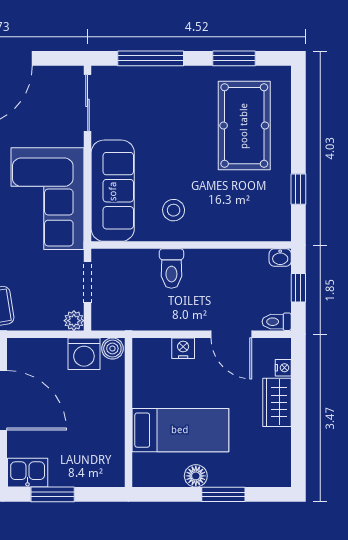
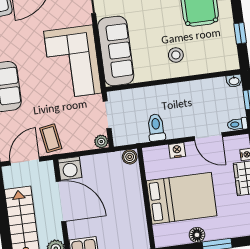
stool: (174, 210) -> (176, 55), moved
toilet: (171, 269) -> (156, 128), moved, turned 180
washing machine: (84, 354) -> (70, 168), moved
bed: (180, 430) -> (182, 198), width x1.50

